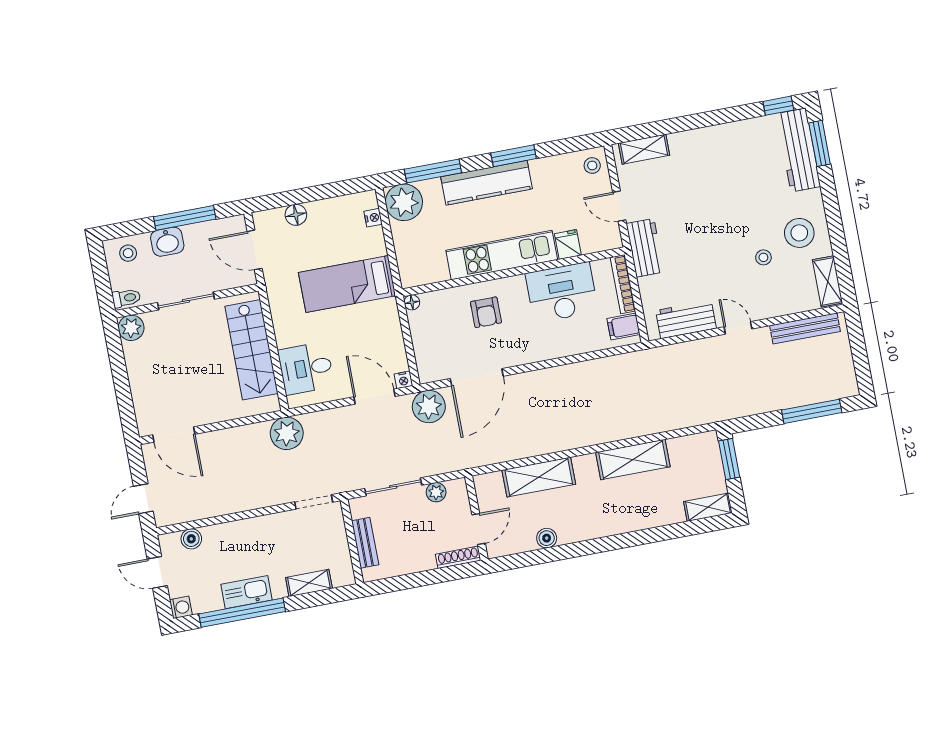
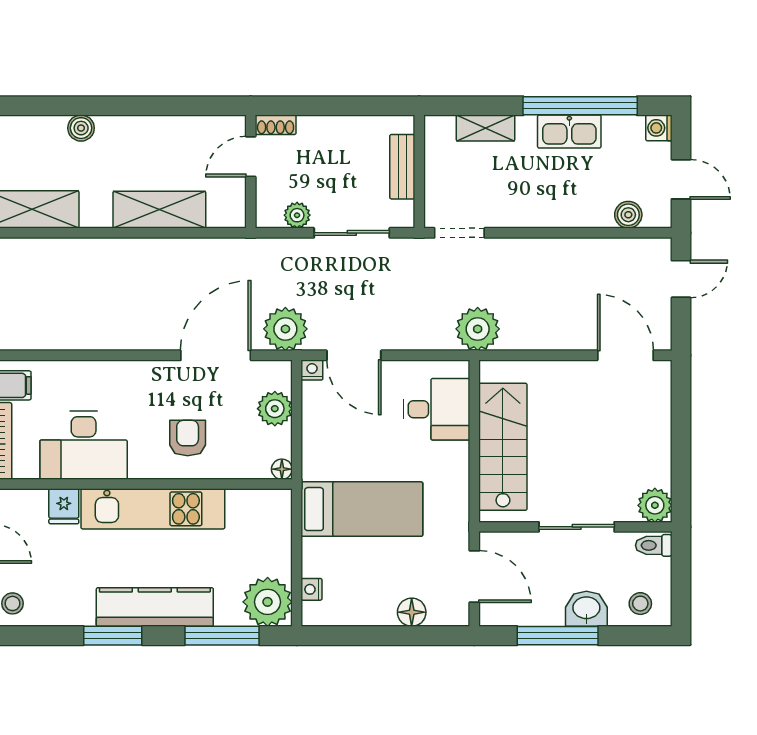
plant: (426, 346) -> (275, 409), added
boiler: (547, 538) -> (81, 128), moved
shoe rack: (458, 557) -> (276, 125), width x0.70

